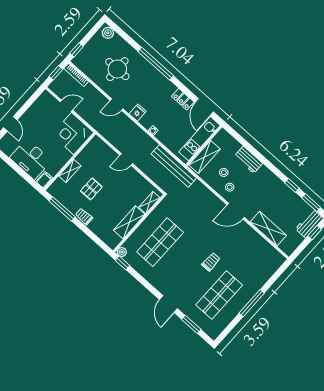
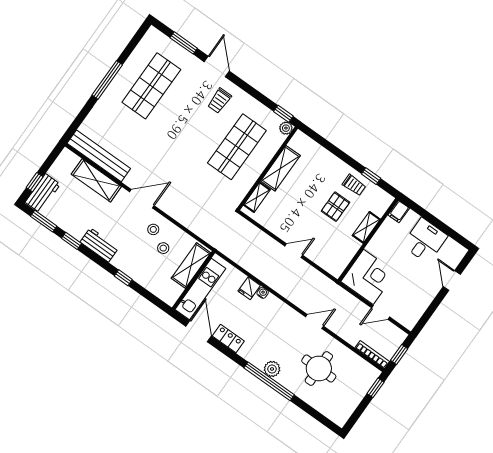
plant: (108, 33) -> (272, 369), moved
fridge: (138, 113) -> (249, 288), moved
window: (256, 154) -> (123, 278), added
desk: (31, 159) -> (425, 241), width x0.73
workbench: (249, 160) -> (99, 245), moved
bench: (174, 166) -> (99, 156), moved
window: (62, 209) -> (371, 176), width x0.46
trolley: (84, 217) -> (354, 185), moved
trolley: (211, 262) -> (219, 101), moved

